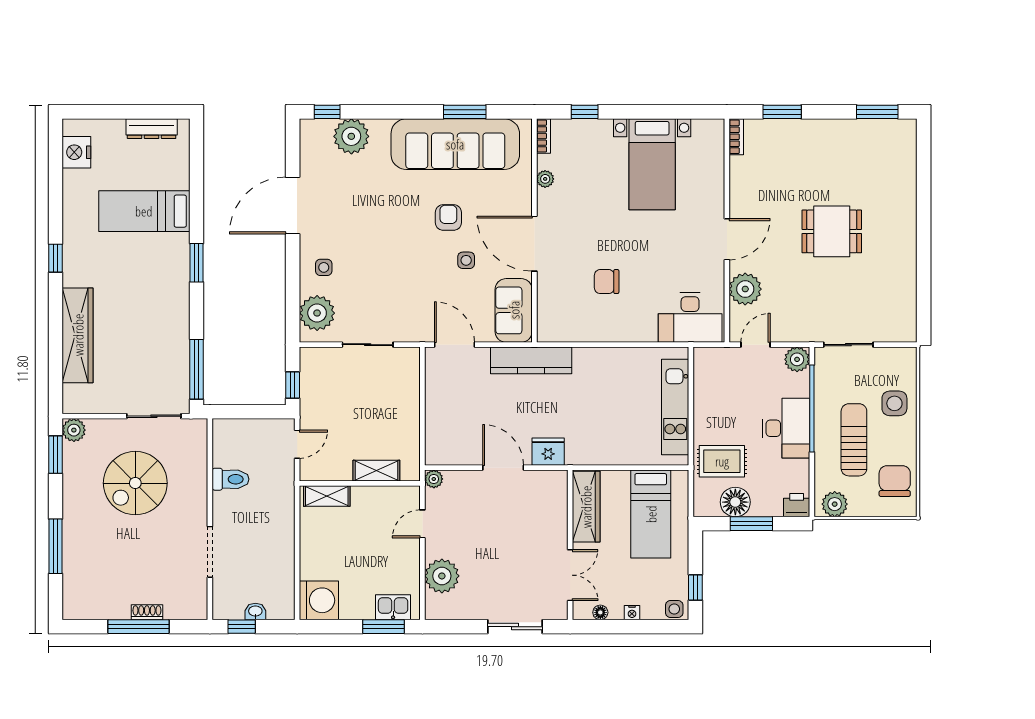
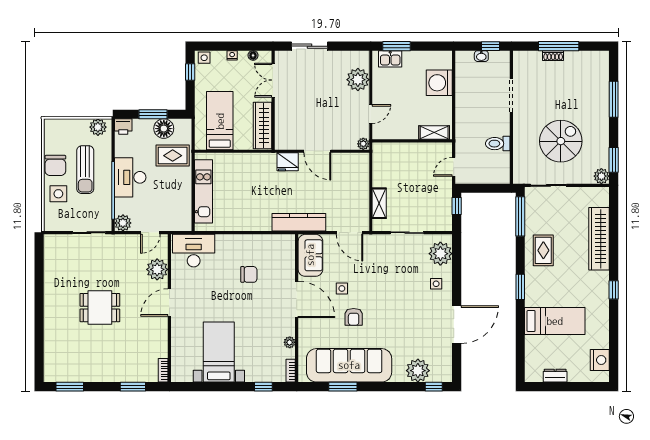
dresser: (152, 129) -> (555, 376), width x0.70
rug: (162, 318) -> (543, 250), added
shelving: (376, 471) -> (379, 203), moved, turned 90
chair: (895, 481) -> (55, 165), moved
washing machine: (319, 600) -> (439, 83), moved

